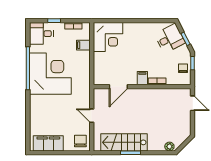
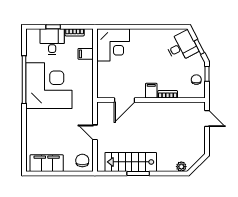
desk: (41, 34) -> (52, 42), moved, turned 90

